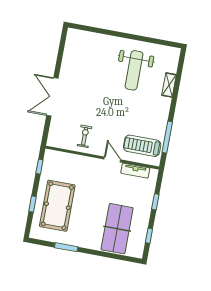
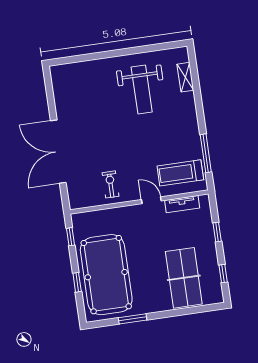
shelving: (169, 85) -> (185, 77), moved
double door: (52, 97) -> (58, 152), width x1.36
pool table: (57, 206) -> (106, 275), width x1.36, depth x1.32

